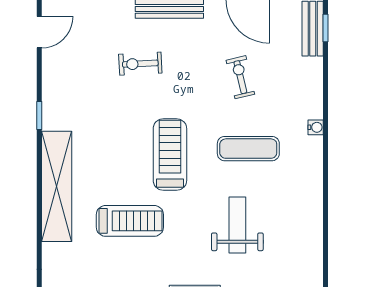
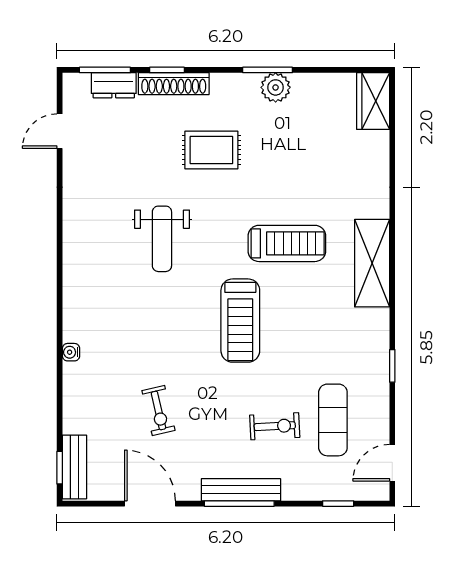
exercise mat: (248, 149) -> (333, 420), moved, turned 90
shelving: (57, 186) -> (372, 263), width x0.68
treadmill: (130, 221) -> (287, 243), turned 180

